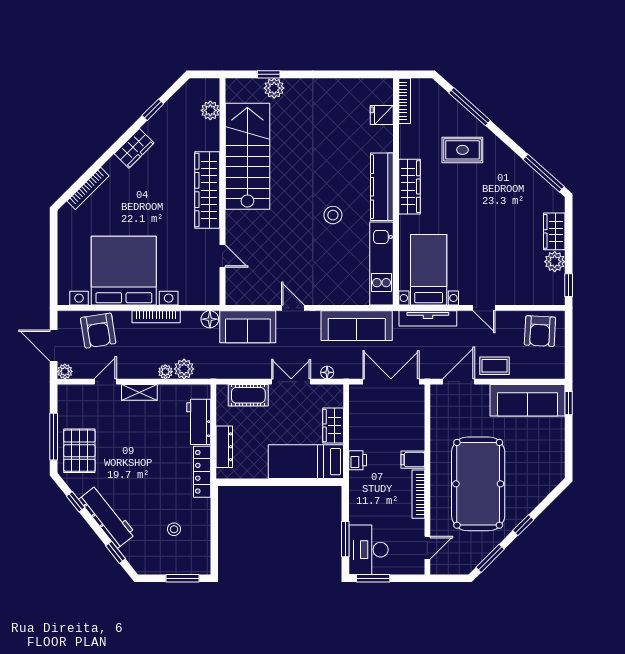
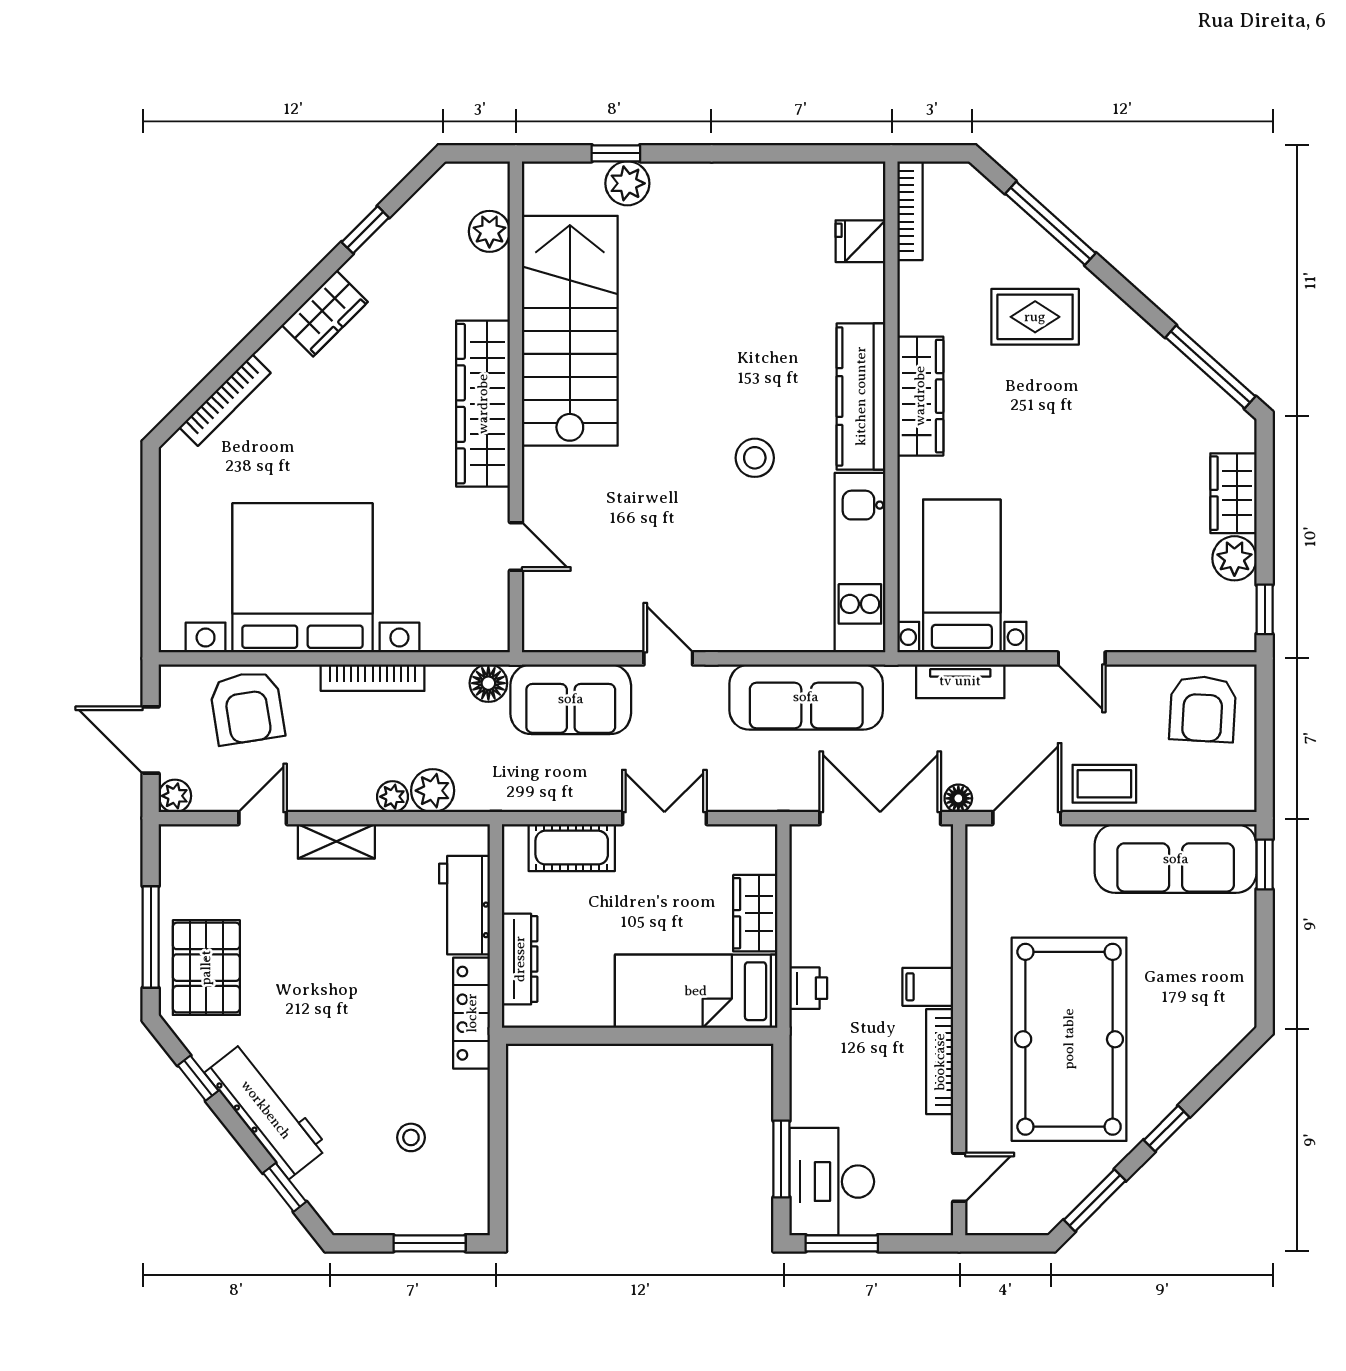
tv unit: (428, 318) -> (960, 681), width x0.71
floor lamp: (327, 372) -> (958, 798), moved

